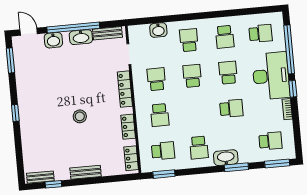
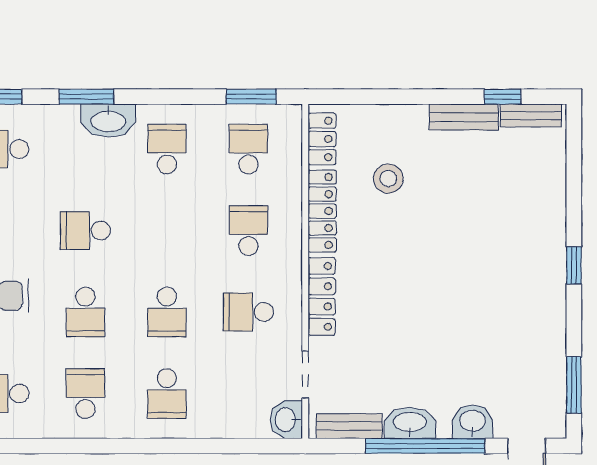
washbasin: (158, 30) -> (286, 420), moved, turned -90
school desk: (156, 79) -> (248, 312), turned 90
stool: (80, 116) -> (388, 179), moved
locker: (128, 127) -> (322, 211), width x1.53
school desk: (163, 151) -> (248, 149), turned 90
bench: (86, 172) -> (464, 117), moved

